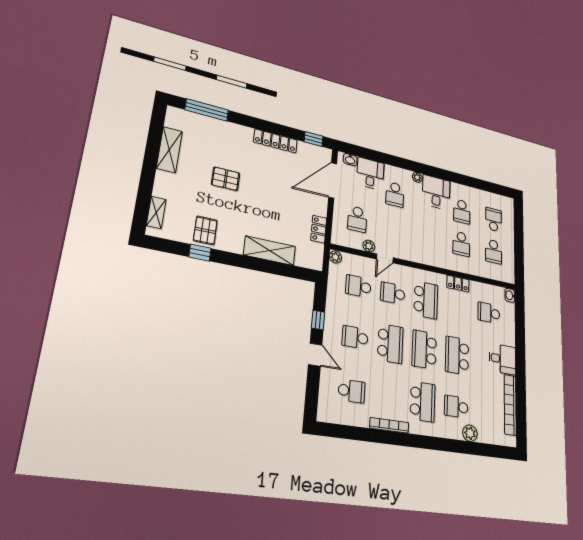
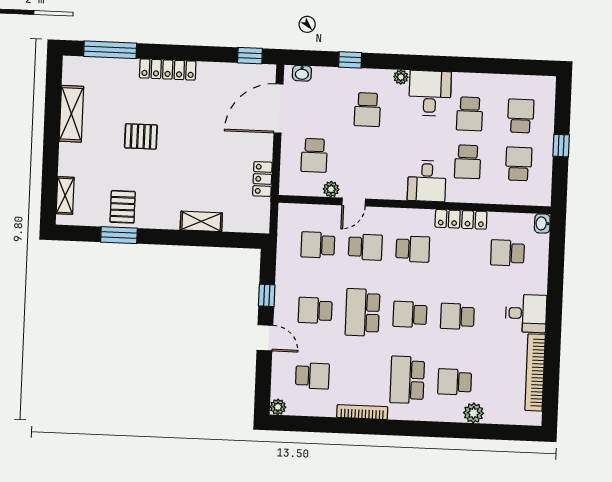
locker: (275, 141) -> (168, 70), moved
window: (384, 158) -> (350, 60), added
desk: (370, 174) -> (427, 181), moved, turned 180
window: (519, 244) -> (561, 146), added
shelving: (270, 251) -> (201, 221), width x0.67, depth x0.75
school desk: (494, 251) -> (519, 164), turned 180
window: (200, 253) -> (119, 235), width x1.50
plant: (335, 257) -> (278, 407), moved
locker: (458, 284) -> (461, 219), width x1.53
school desk: (393, 293) -> (365, 247), turned 180
school desk: (426, 300) -> (413, 249), width x0.54
school desk: (390, 344) -> (363, 312), turned 180
school desk: (424, 350) -> (410, 314), width x0.54
school desk: (457, 355) -> (457, 316), width x0.54
school desk: (423, 402) -> (407, 380), turned 180

